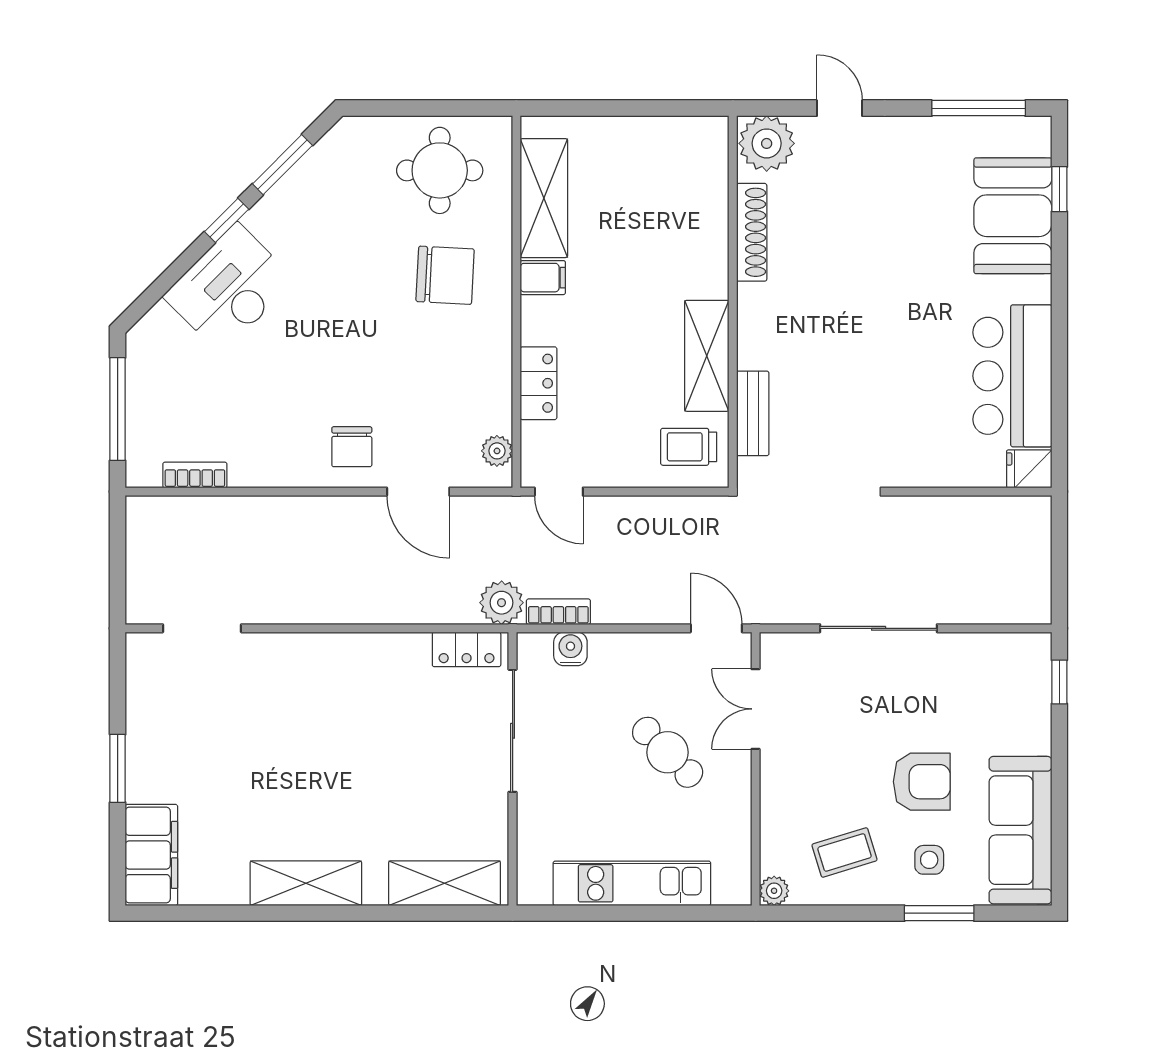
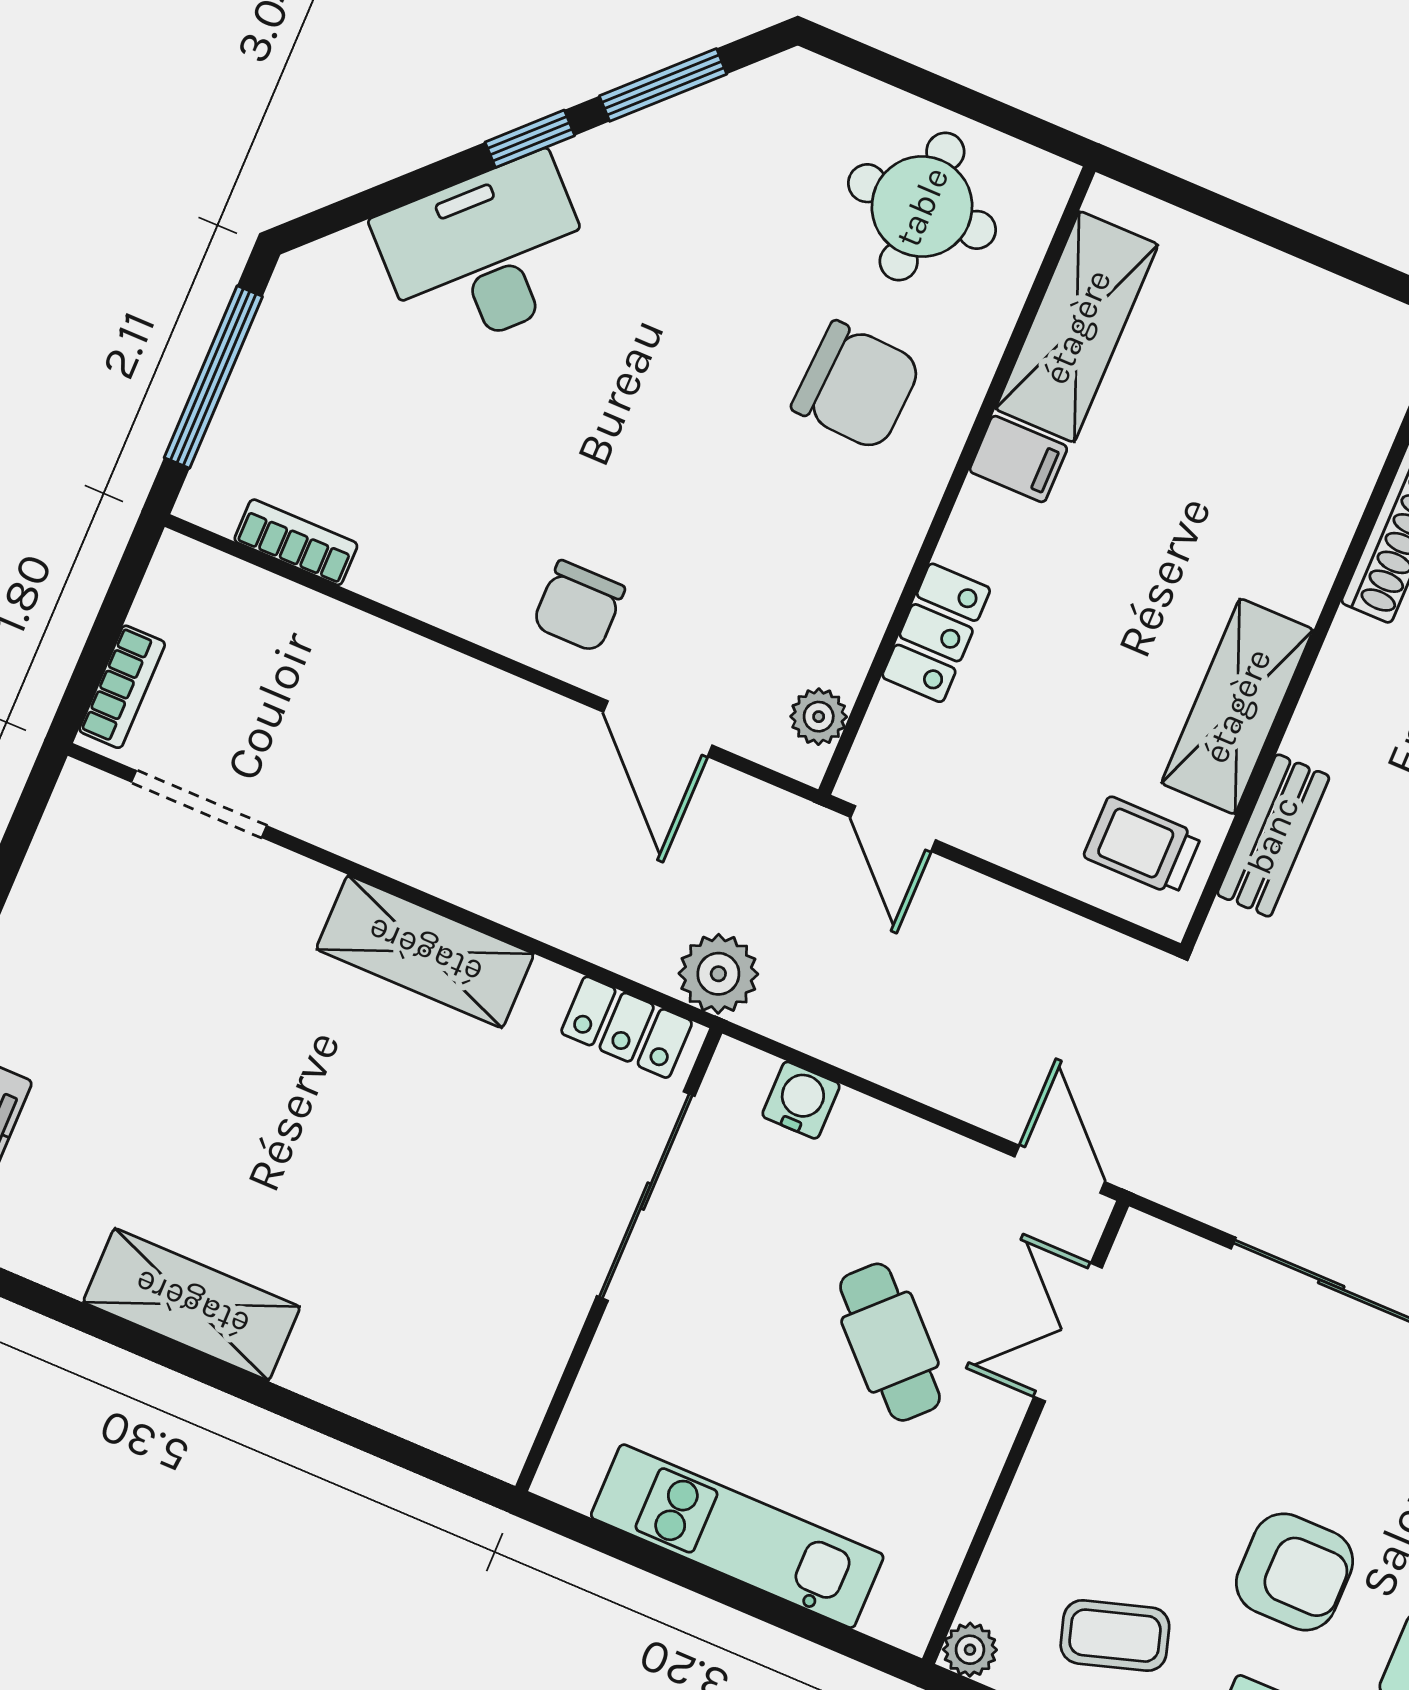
bookcase: (558, 612) -> (122, 687), moved, turned 90
shelving: (445, 883) -> (425, 952), moved

